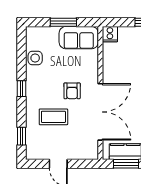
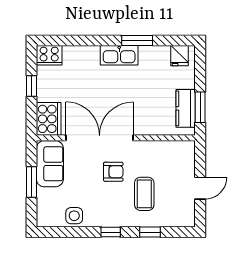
cooker: (110, 34) -> (49, 119), width x1.87, depth x1.31
double door: (100, 112) -> (100, 138), moved
window: (21, 136) -> (150, 232), moved

